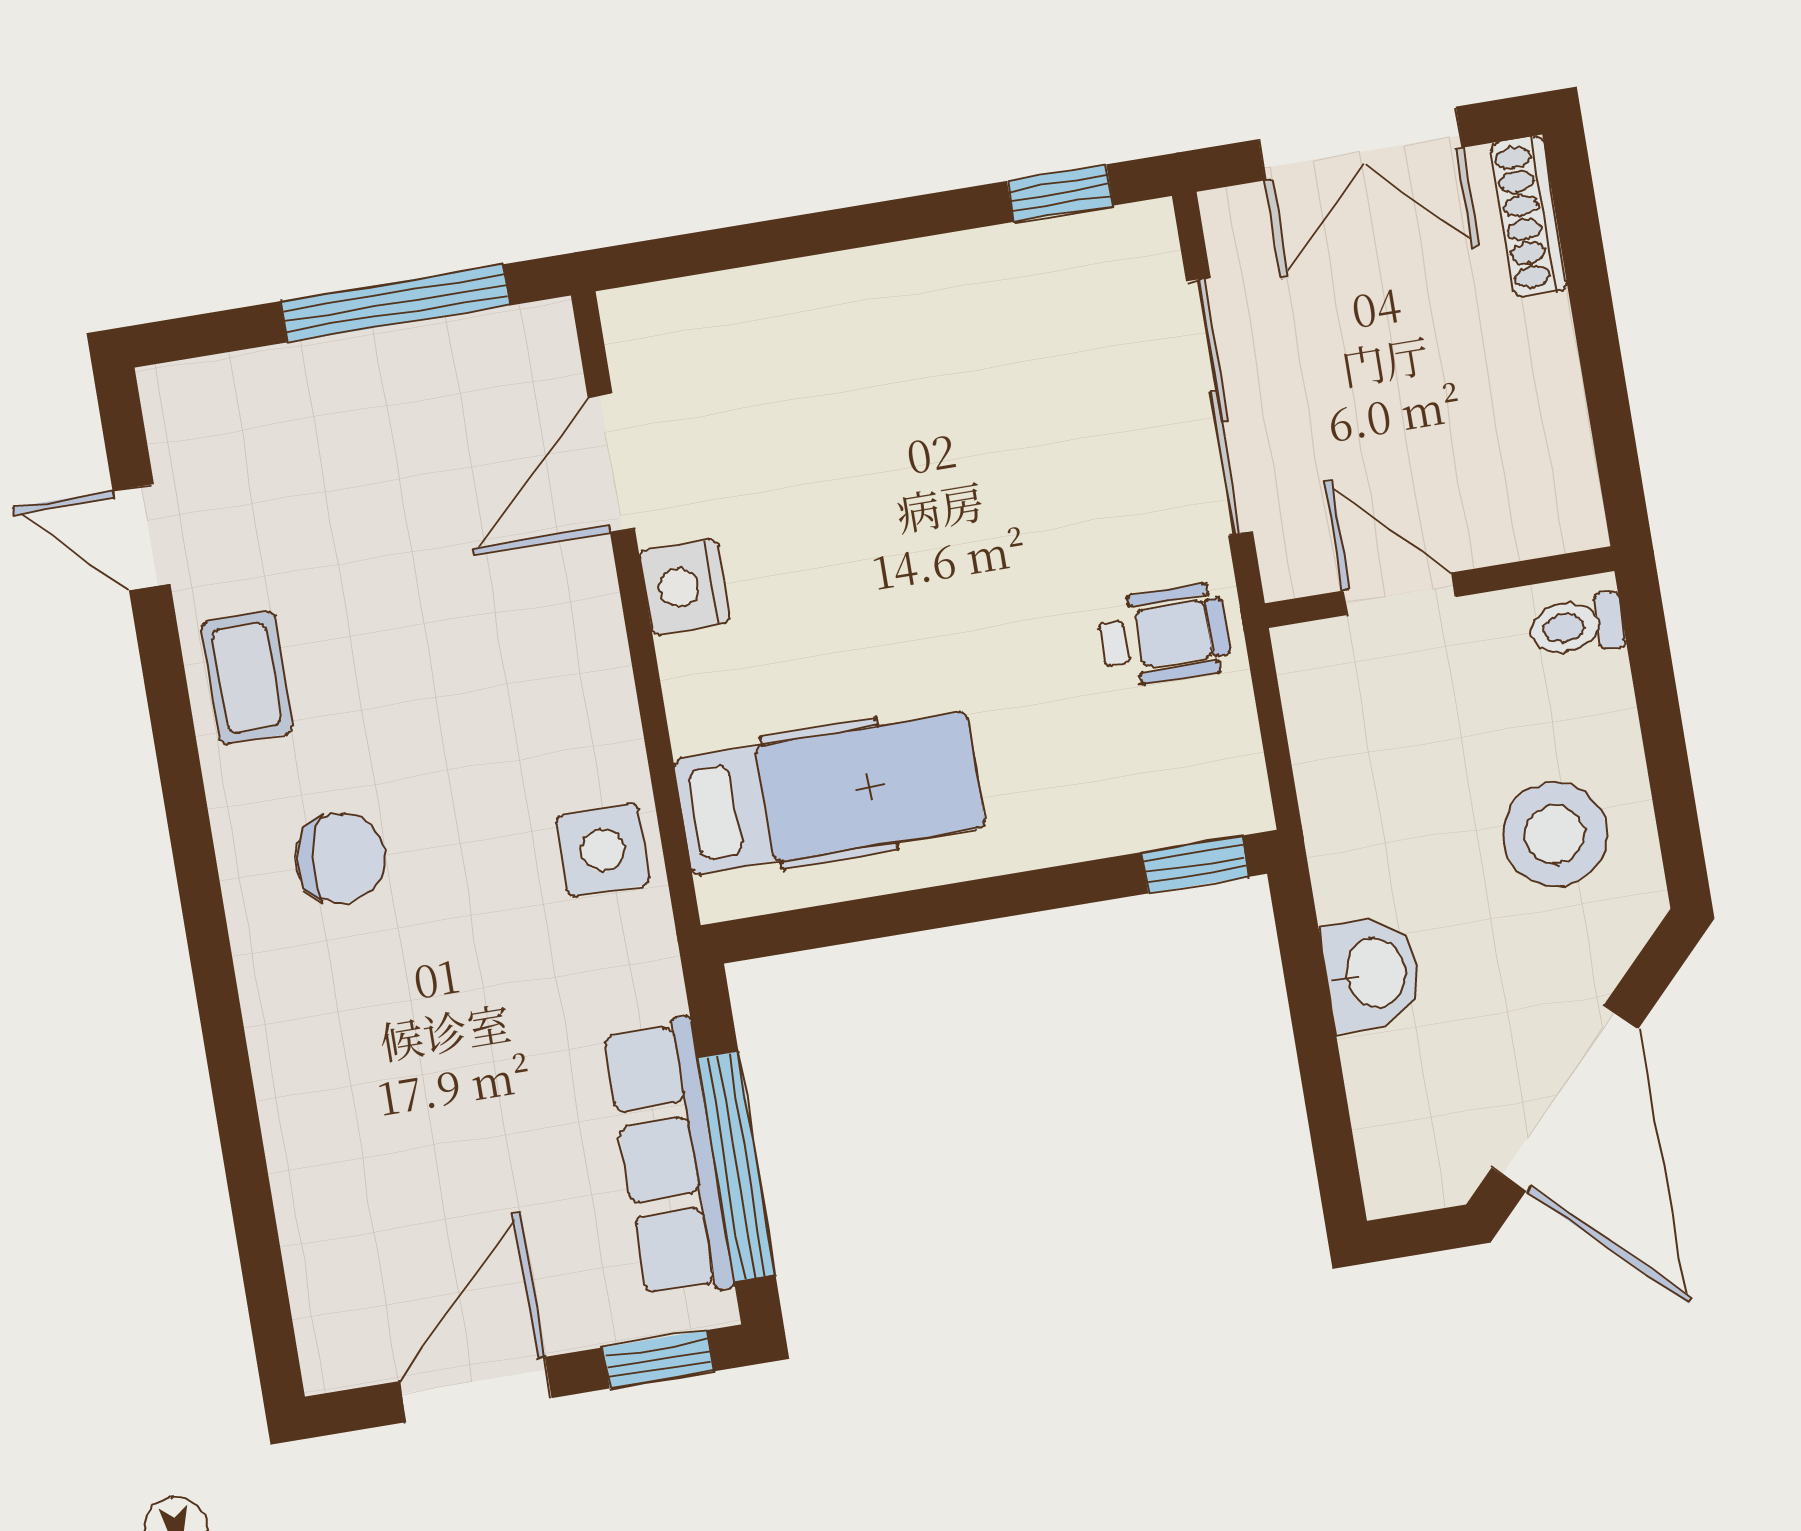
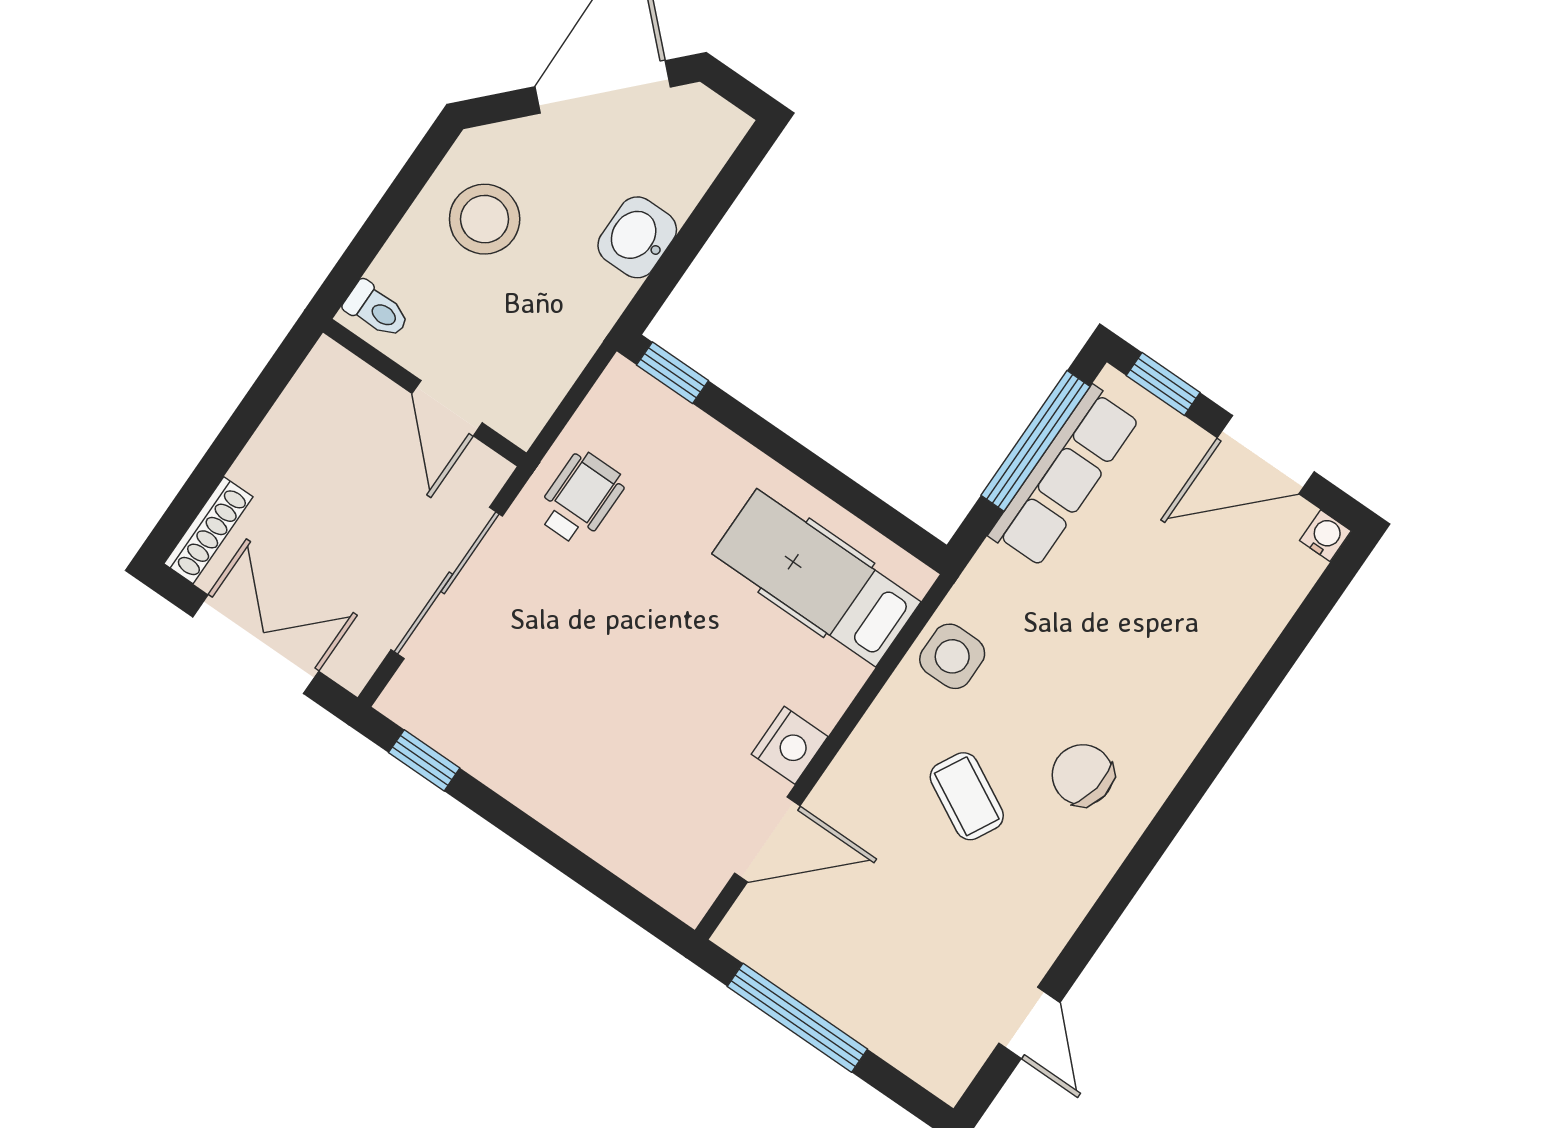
wheelchair: (1164, 636) -> (581, 498), turned 90
coffee table: (247, 677) -> (967, 796), moved, turned -62
water cooler: (328, 1365) -> (1325, 536), added

